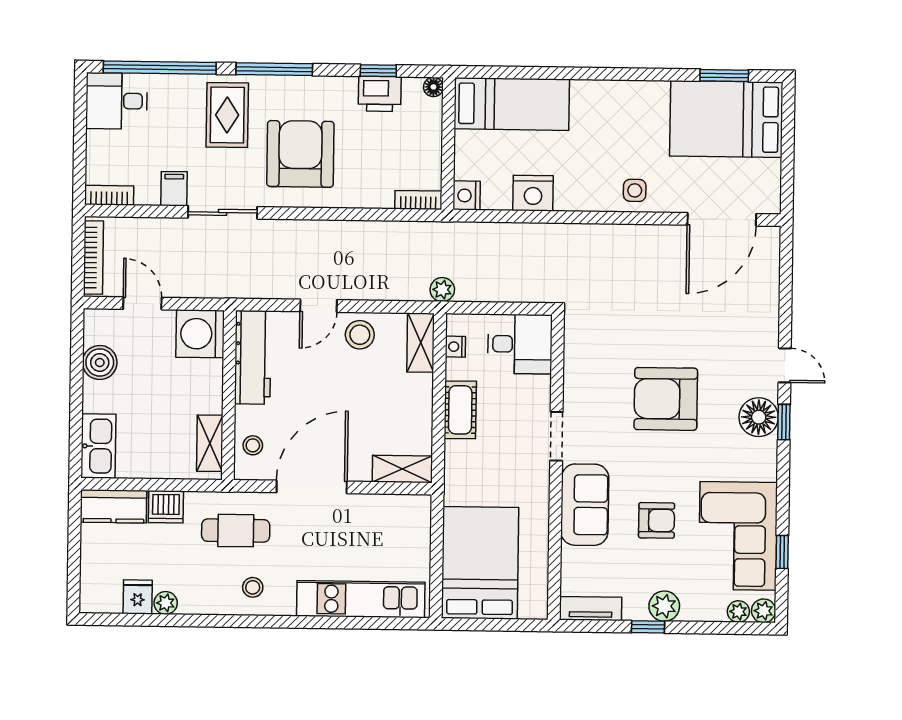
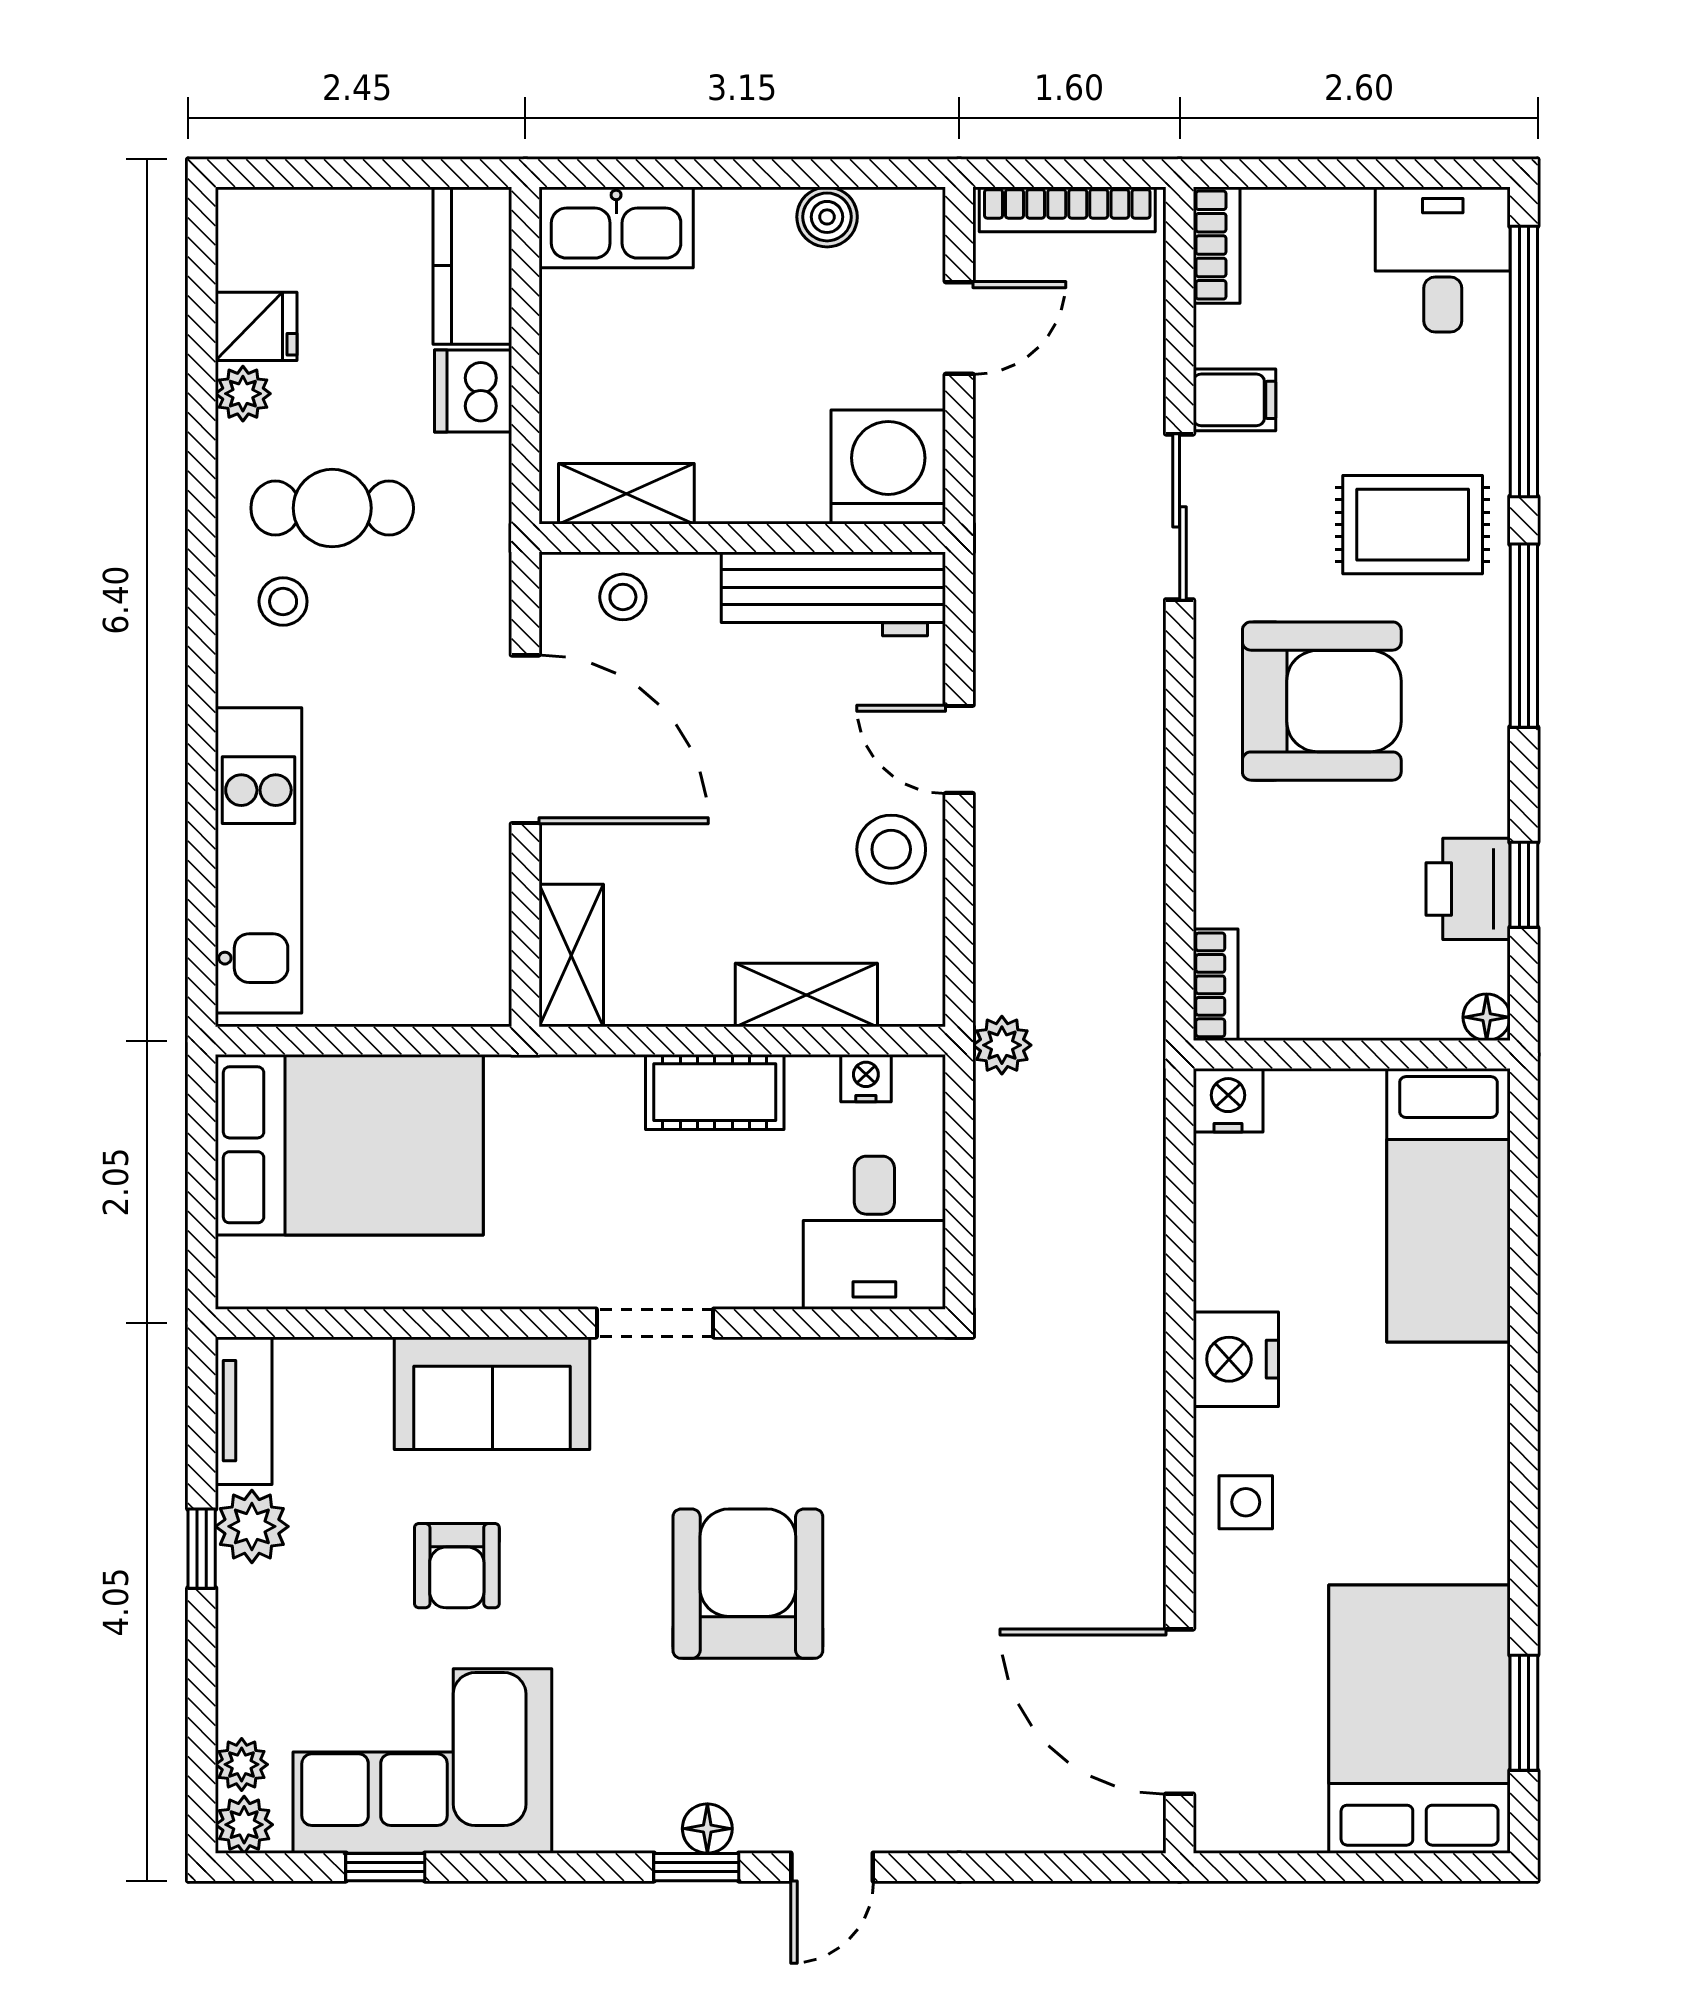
nightstand: (533, 193) -> (1236, 1359), moved
shelving: (421, 343) -> (806, 995), moved
boiler: (100, 362) -> (827, 217), width x0.73, depth x0.73
floor lamp: (759, 417) -> (707, 1829), width x0.53, depth x0.53
cafe table: (236, 531) -> (332, 508), moved, turned 90
plant: (664, 606) -> (252, 1526), moved

